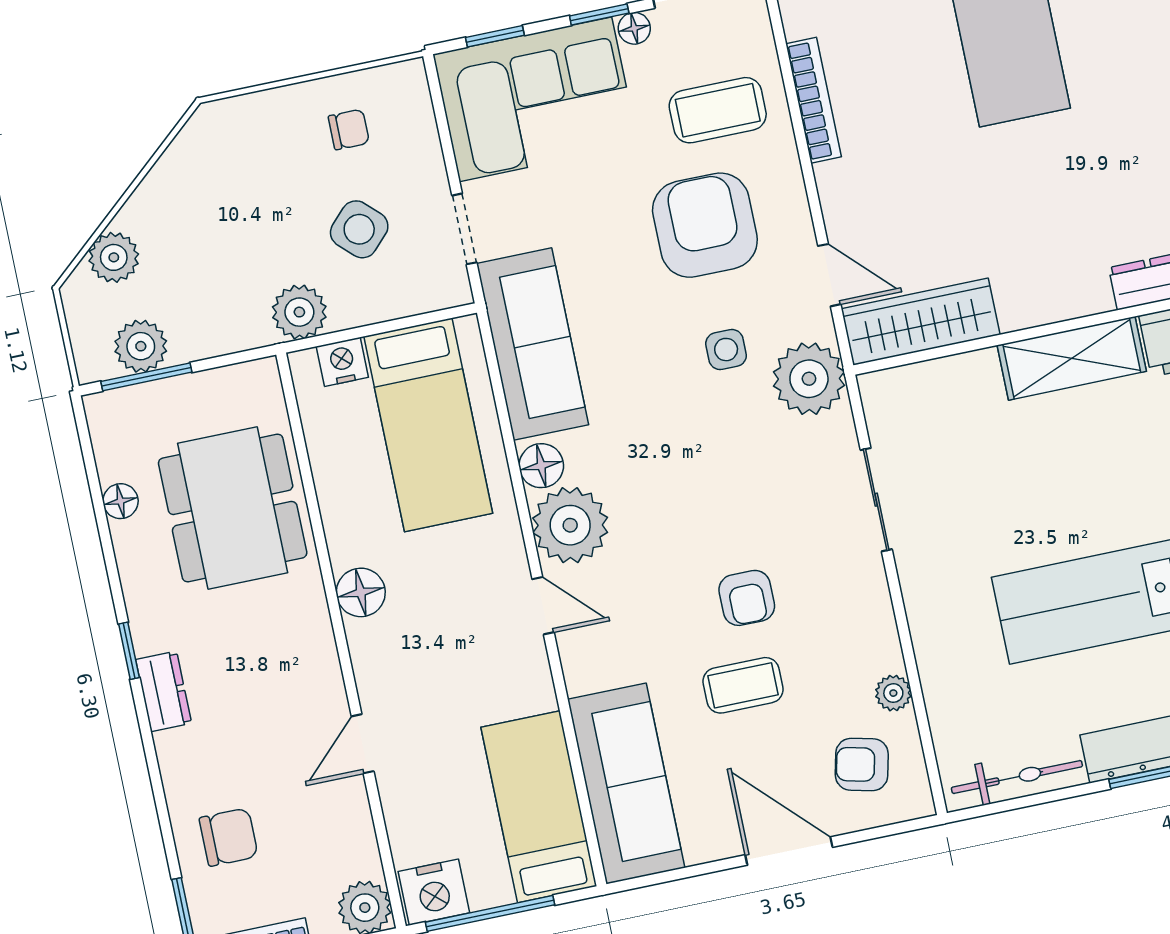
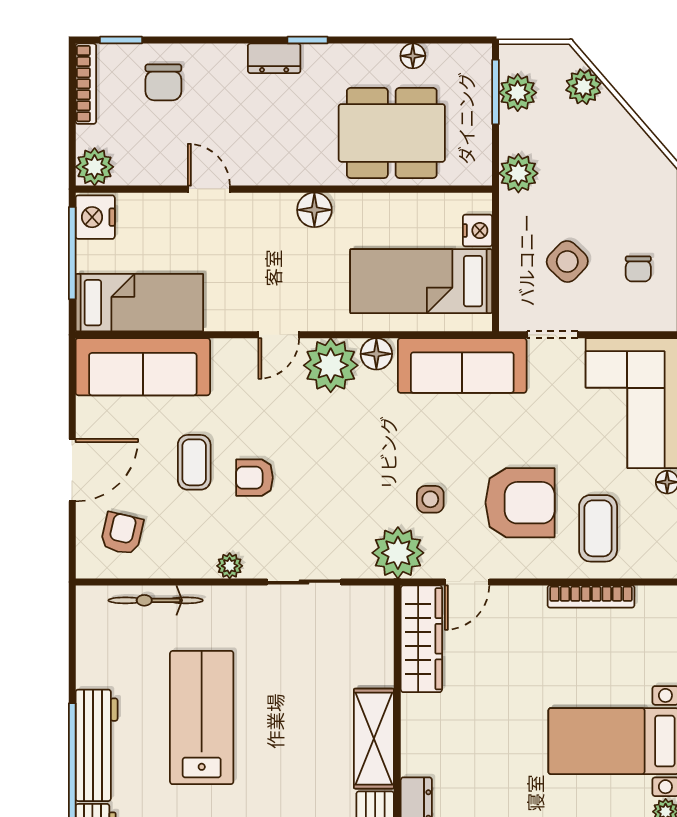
plant: (299, 312) -> (518, 173), moved
plant: (893, 693) -> (230, 566), moved
bicycle: (1017, 777) -> (156, 600), moved, turned 90

